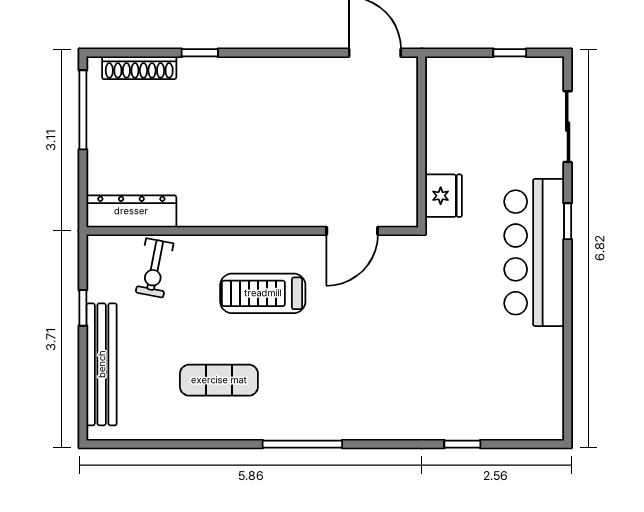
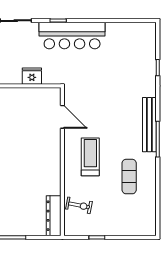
fridge: (443, 196) -> (32, 76), moved
treadmill: (263, 293) -> (90, 157), turned 180
bench: (102, 364) -> (149, 125), moved, turned 90

